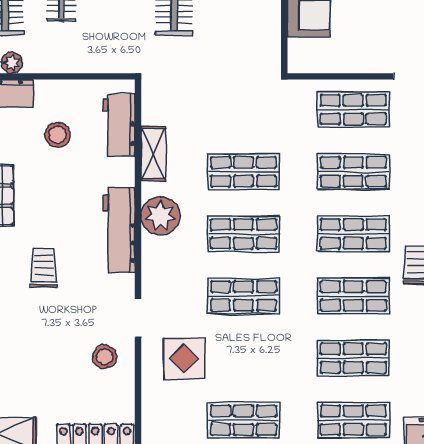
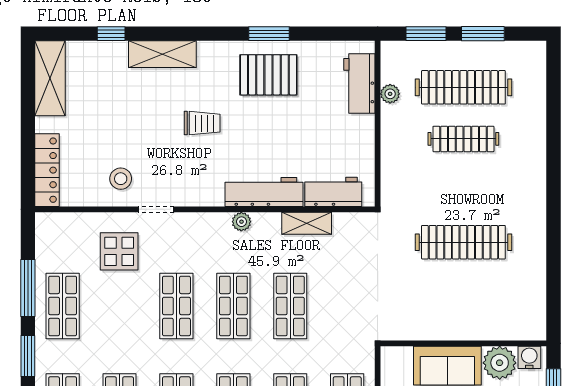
stool: (58, 135) -> (324, 136), removed
plant: (161, 216) -> (241, 222), width x0.53, depth x0.53
workbench: (119, 230) -> (264, 192), moved

